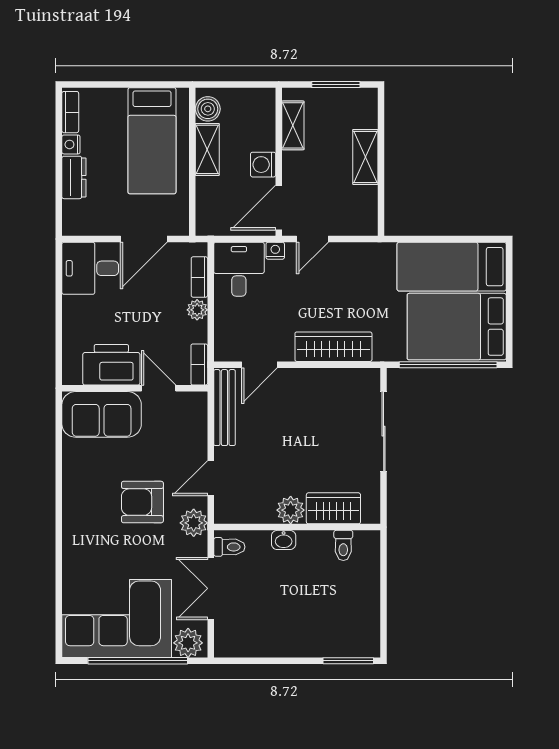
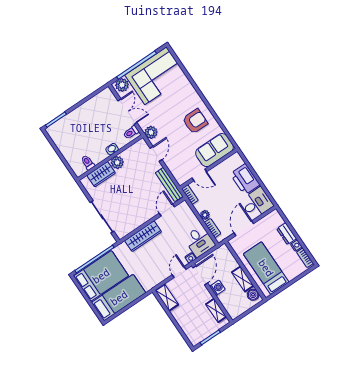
shelving: (365, 157) -> (167, 298), moved
printer: (111, 365) -> (245, 179), moved, turned 90
armchair: (142, 502) -> (195, 121), moved

